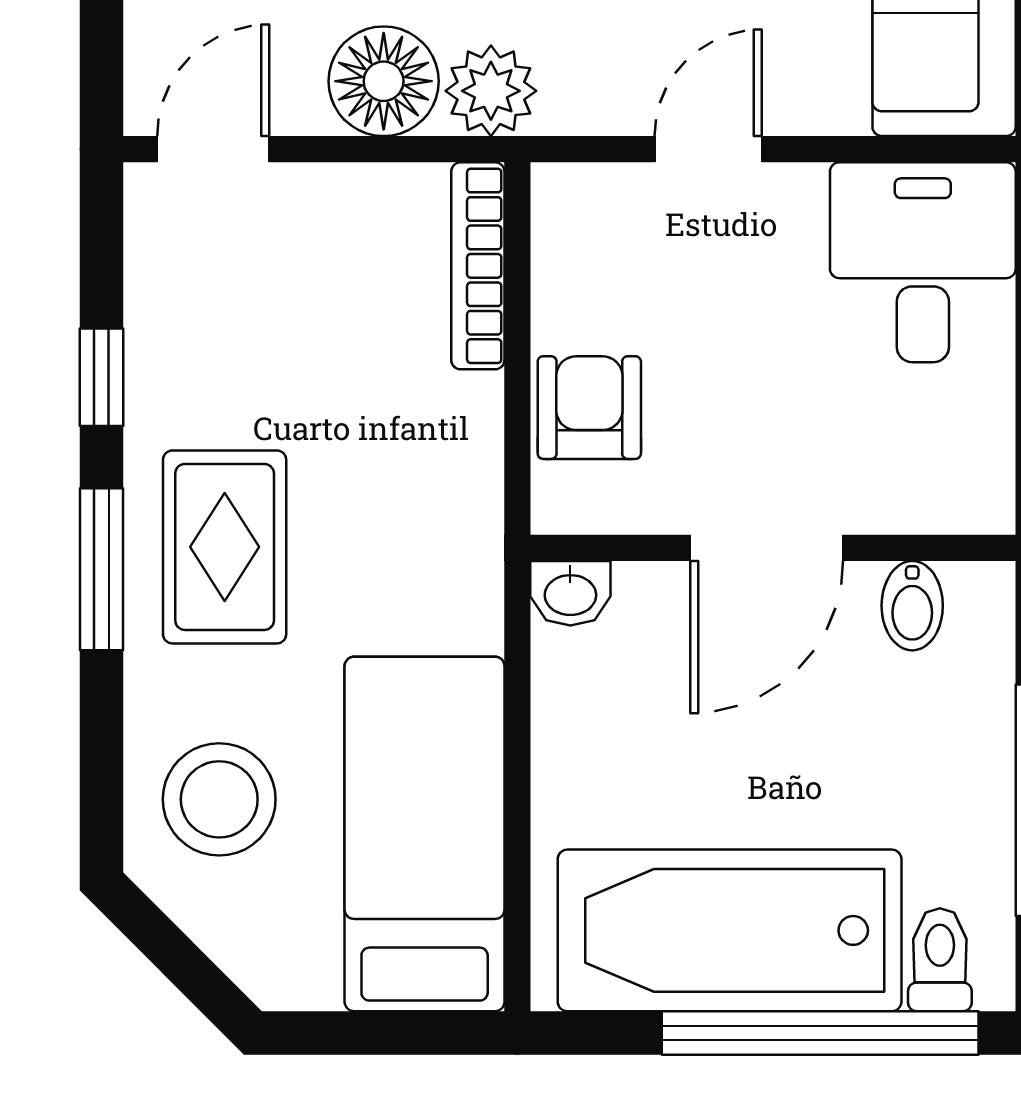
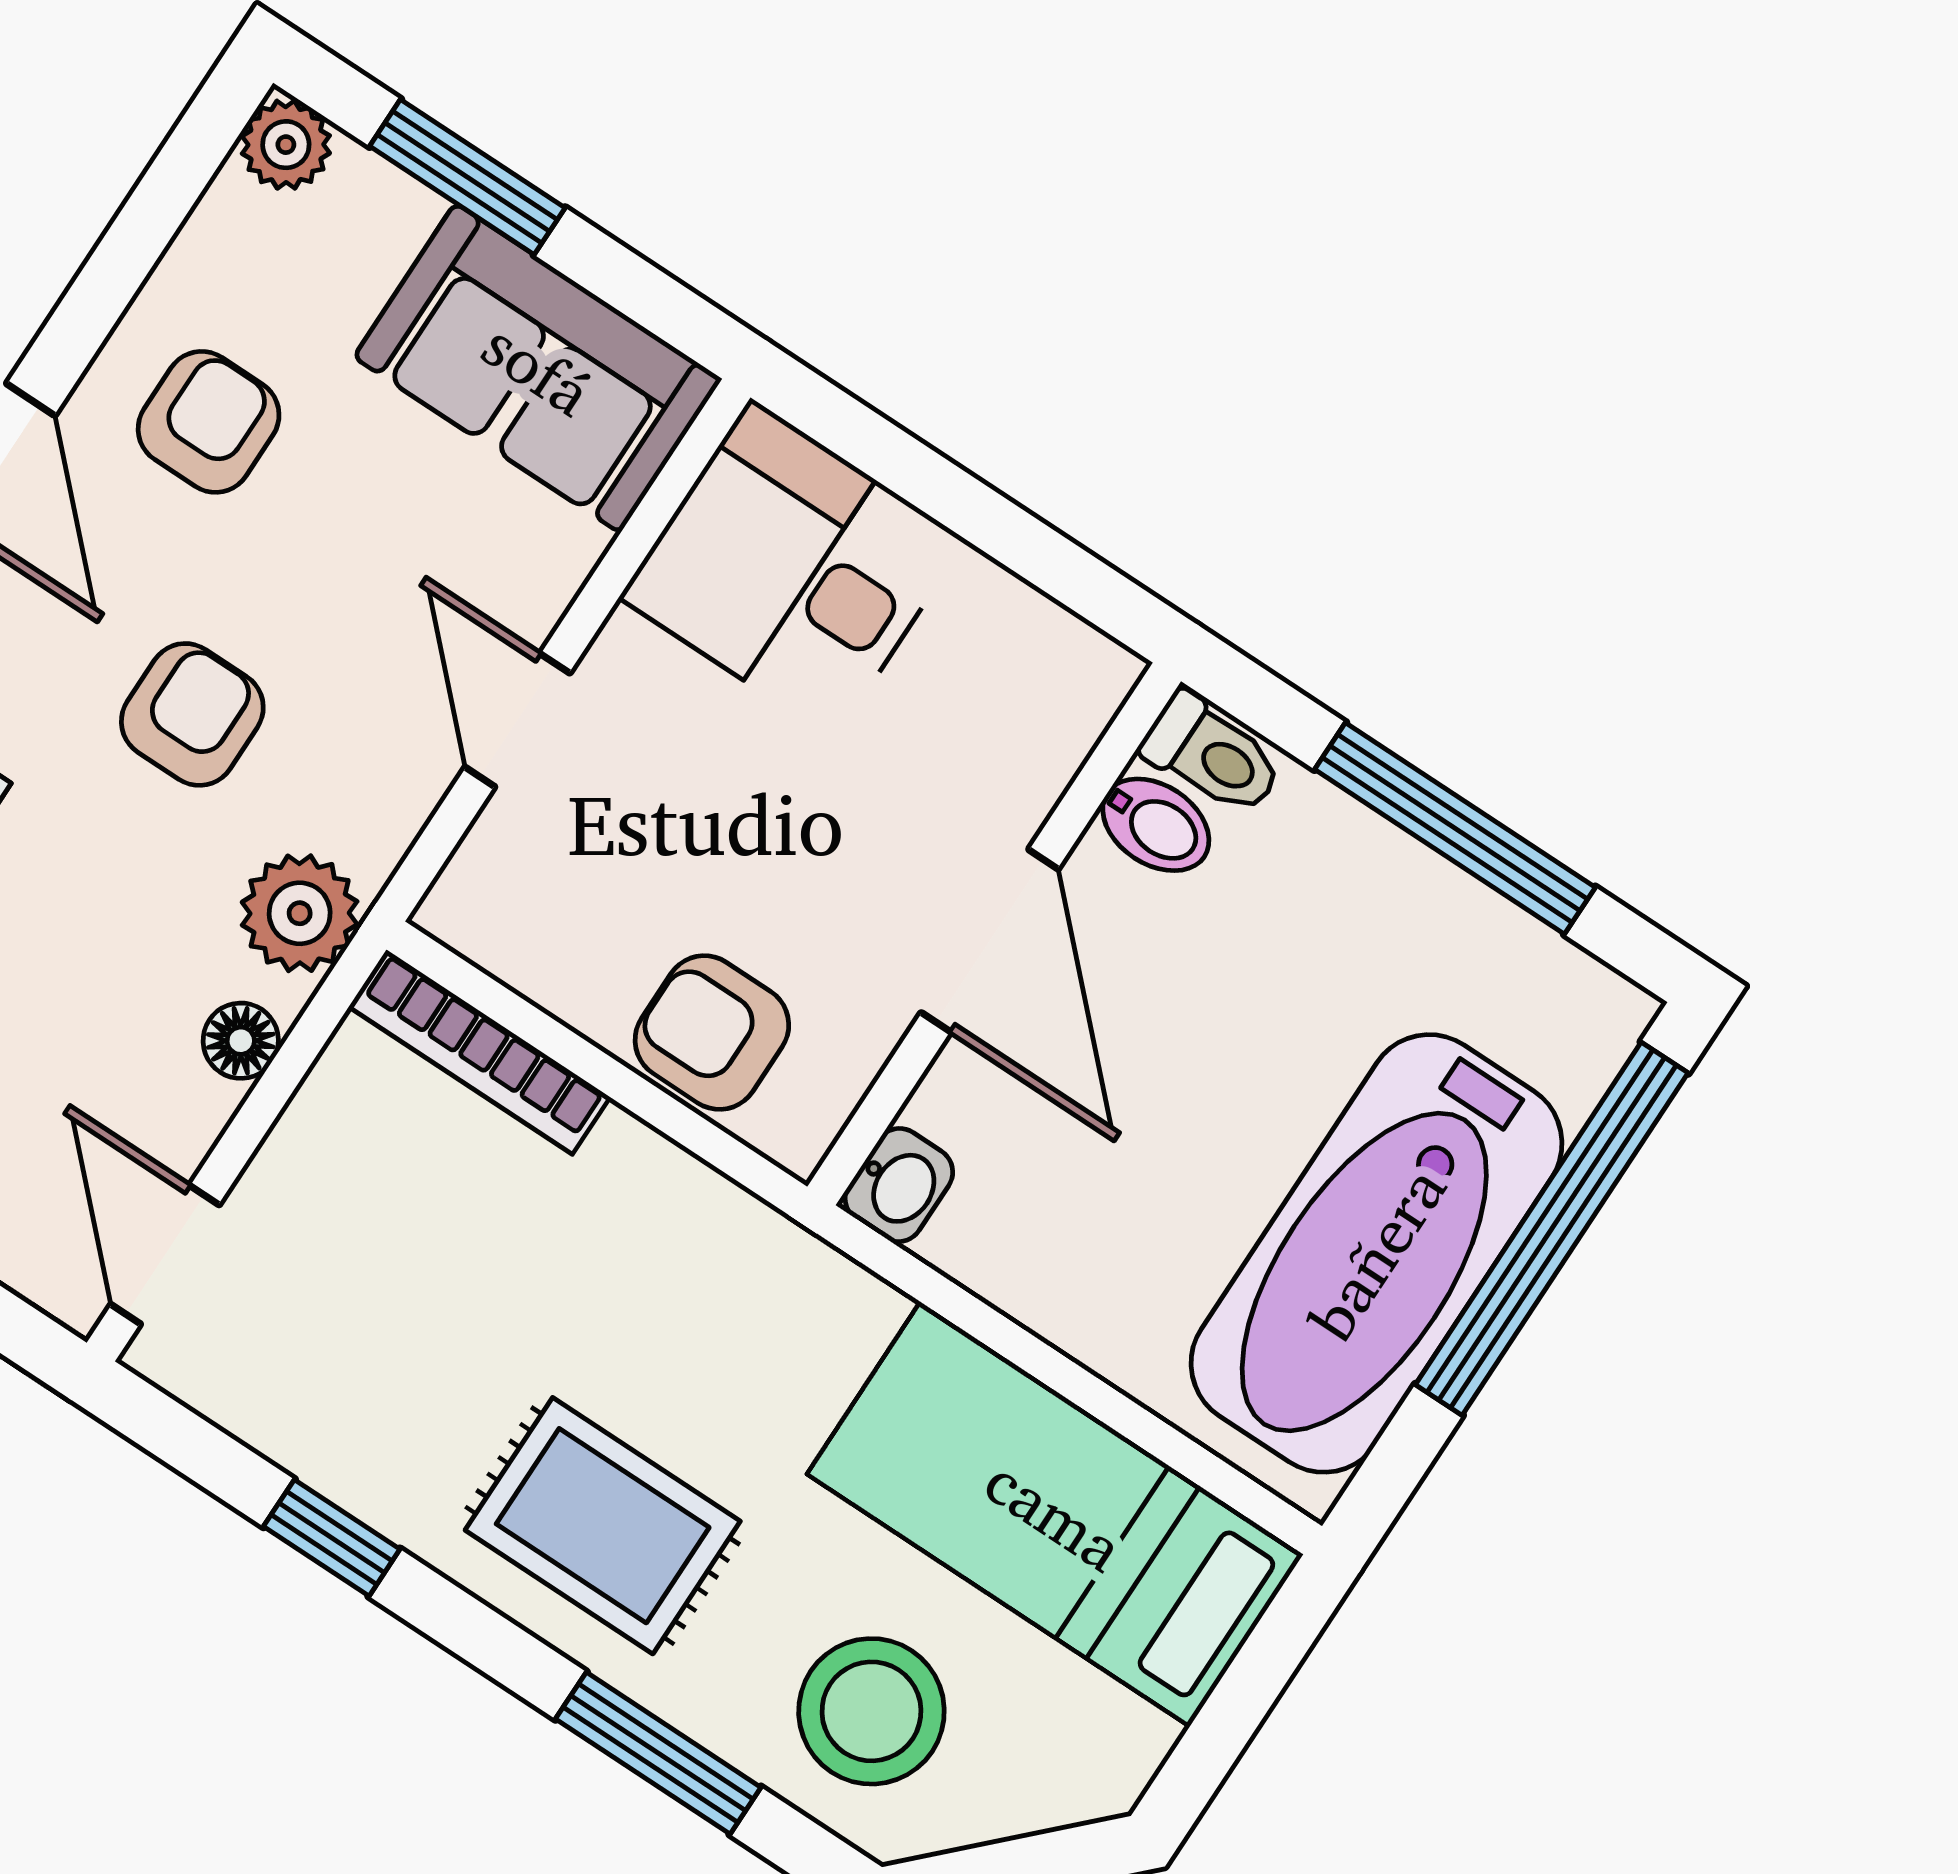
floor lamp: (384, 81) -> (241, 1041), width x0.53, depth x0.53
window: (101, 569) -> (658, 1753), moved
toilet: (940, 960) -> (1212, 755), moved, turned 180

